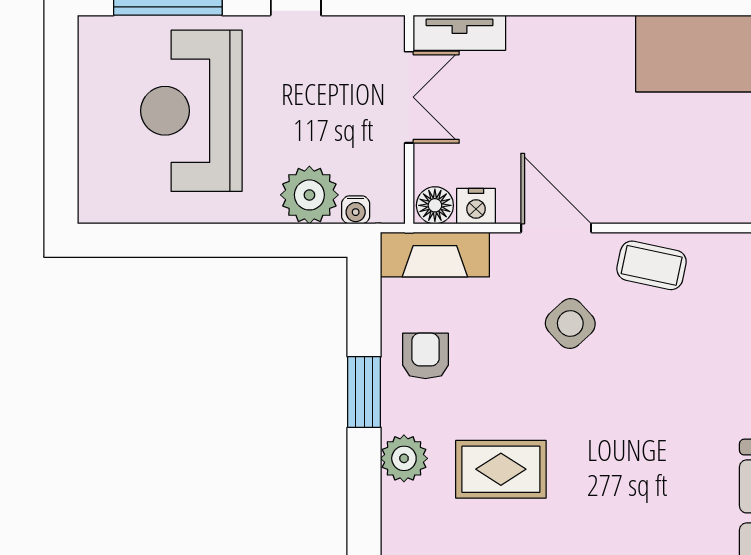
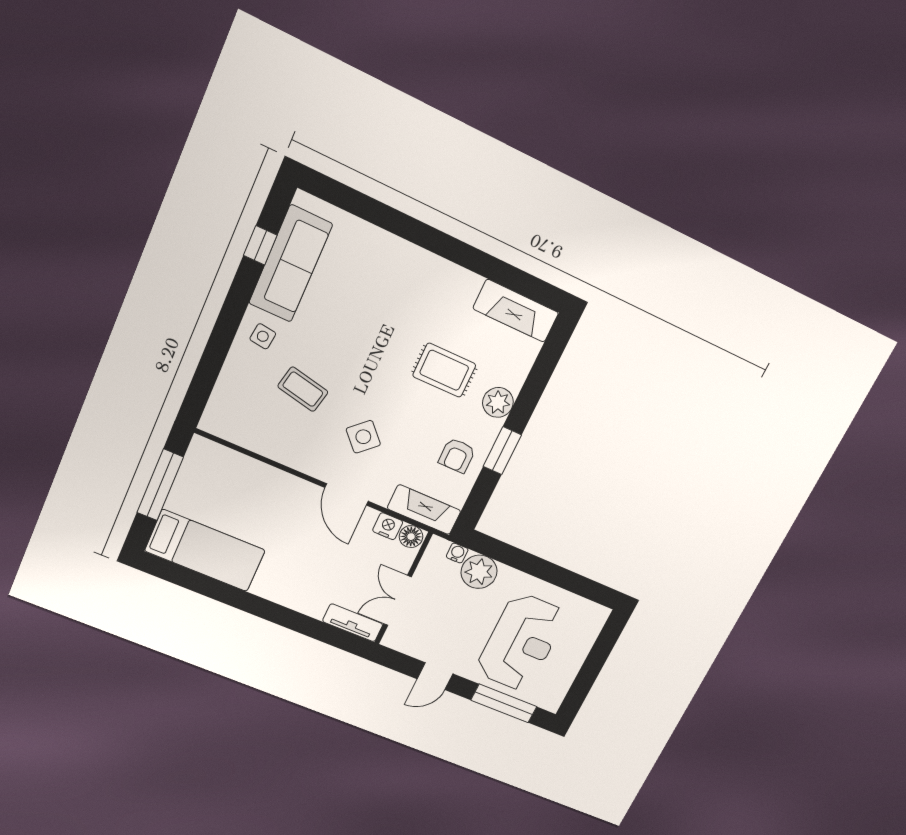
coffee table: (652, 265) -> (303, 389), moved

